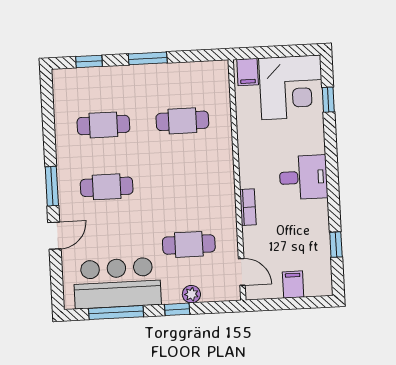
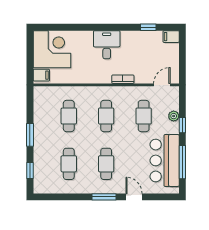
window: (328, 100) -> (61, 27), removed
cafe table: (186, 183) -> (106, 116), added
filing cabinet: (293, 284) -> (171, 37), moved

